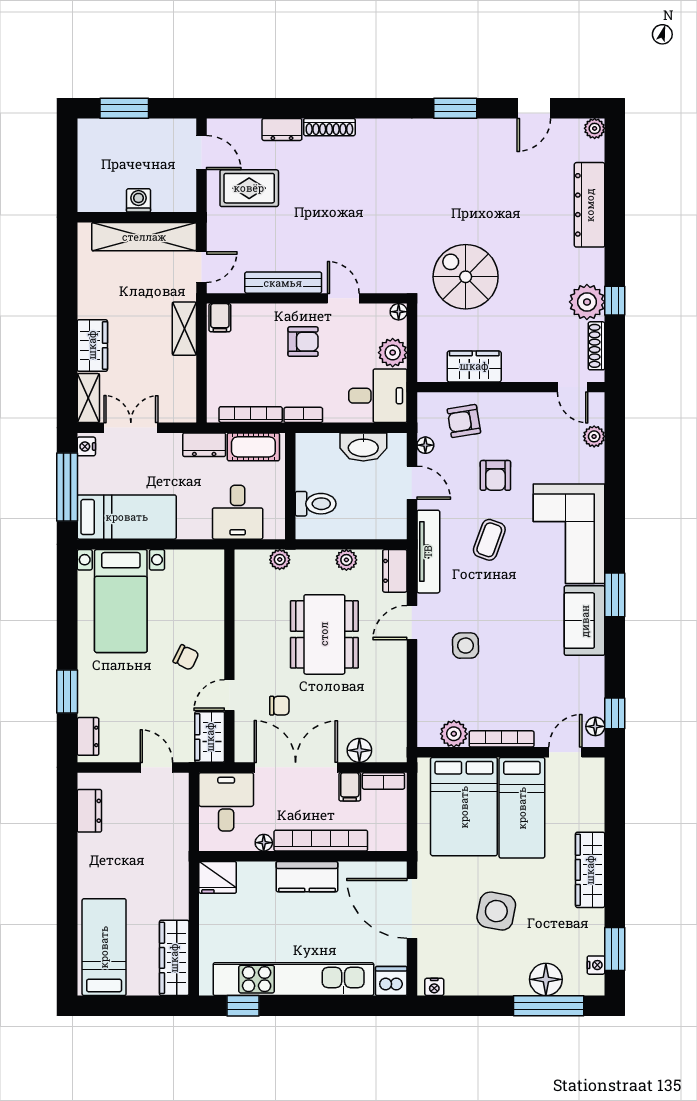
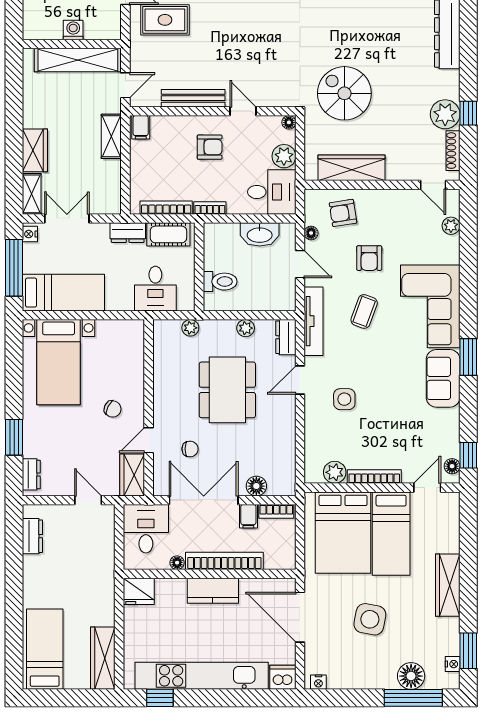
wardrobe: (474, 366) -> (352, 168), width x1.50

